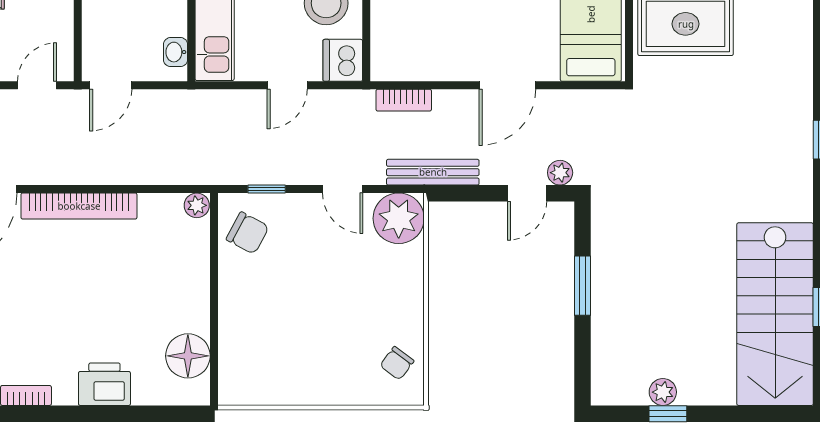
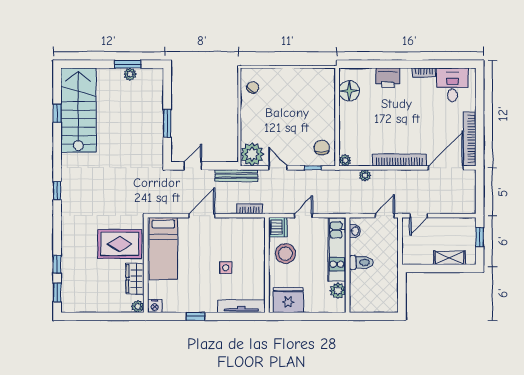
plant: (560, 173) -> (365, 175), moved
chair: (248, 233) -> (322, 148), turned 62
window: (668, 414) -> (128, 64), width x1.50

